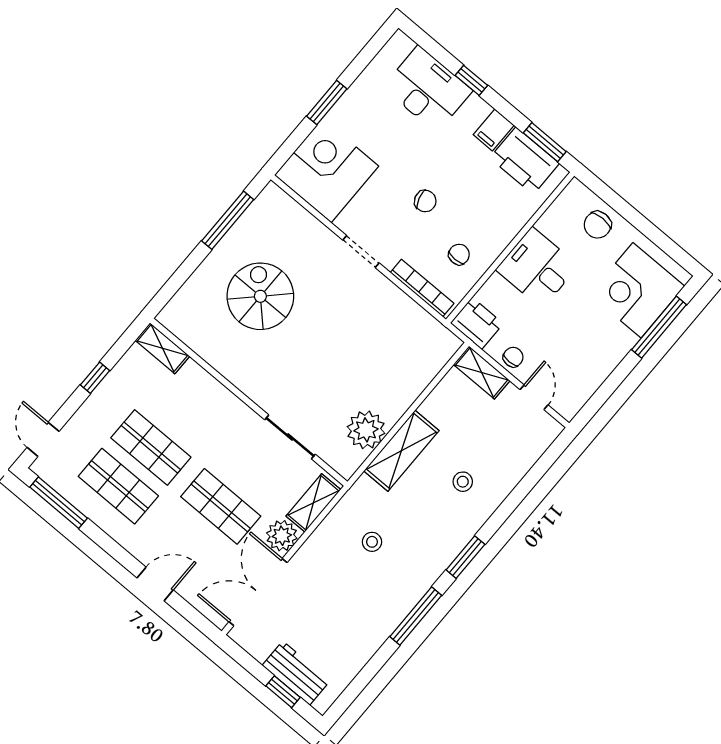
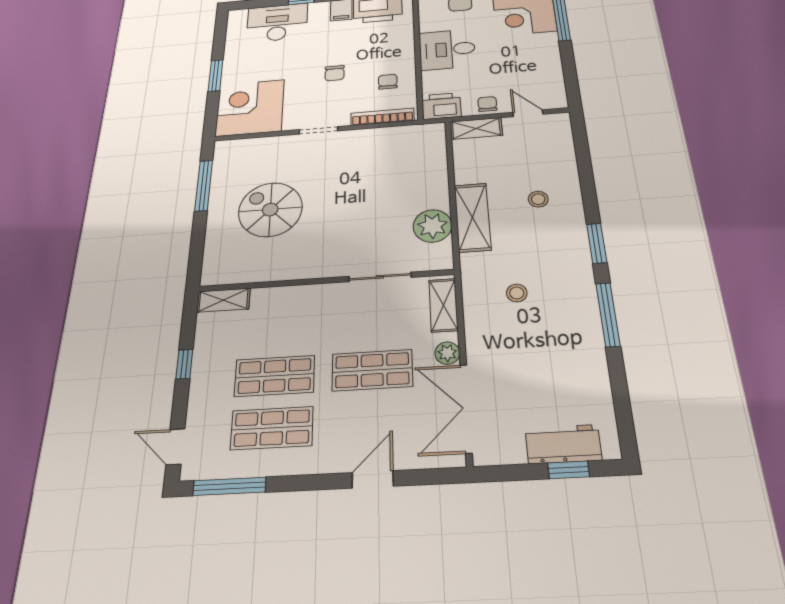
chair: (425, 201) -> (335, 73), turned 106
plant: (282, 536) -> (447, 353), width x0.73, depth x0.73

